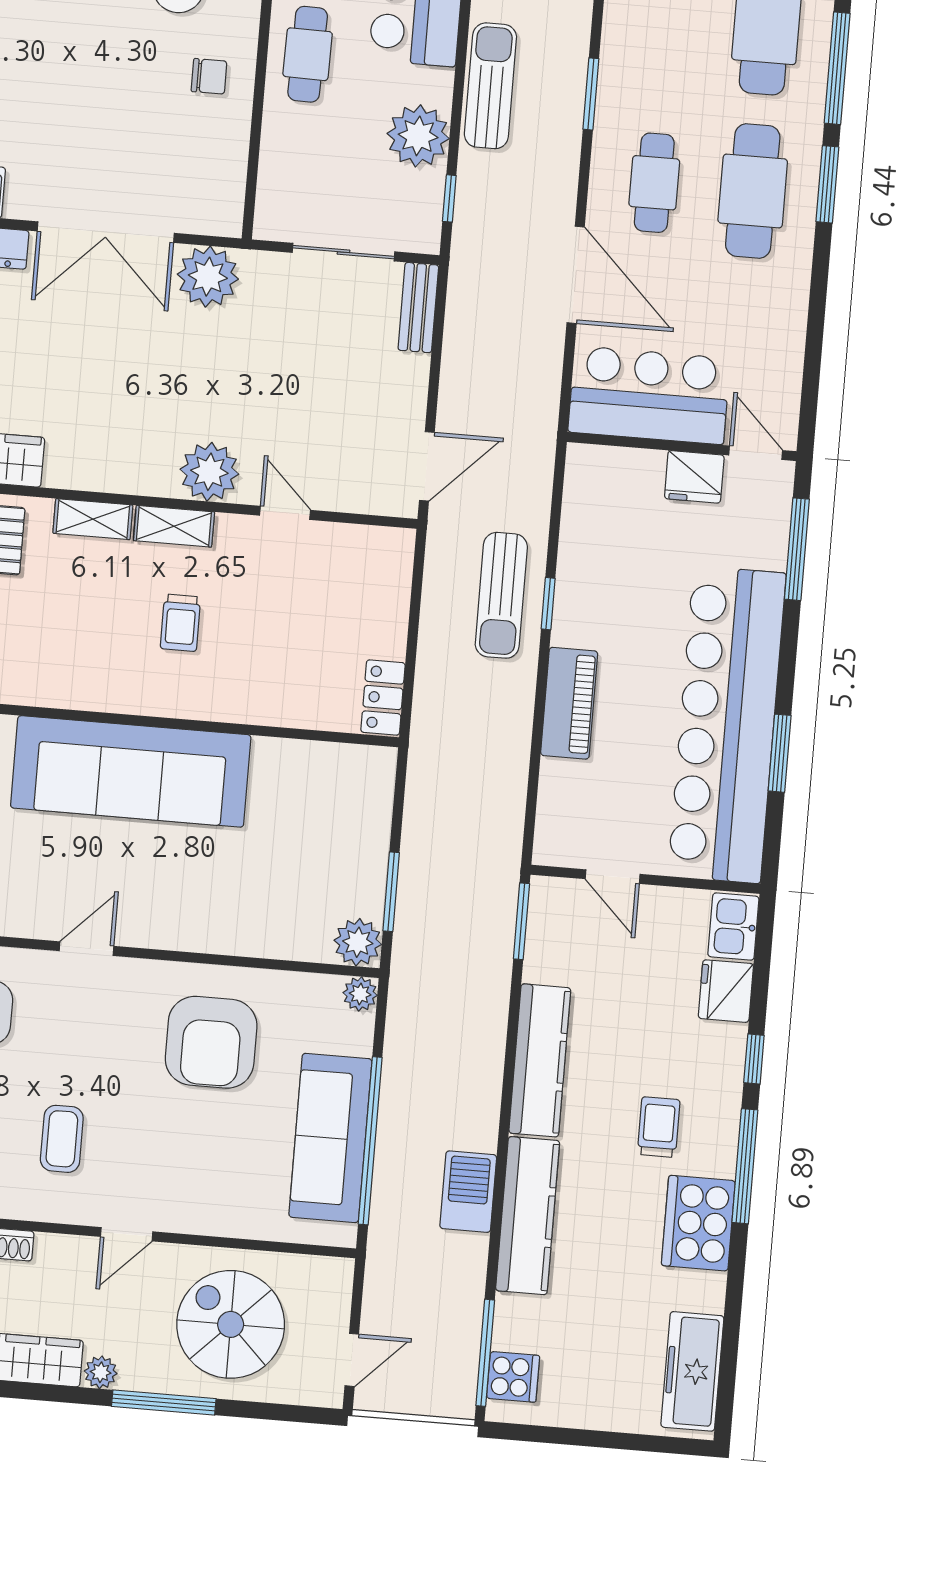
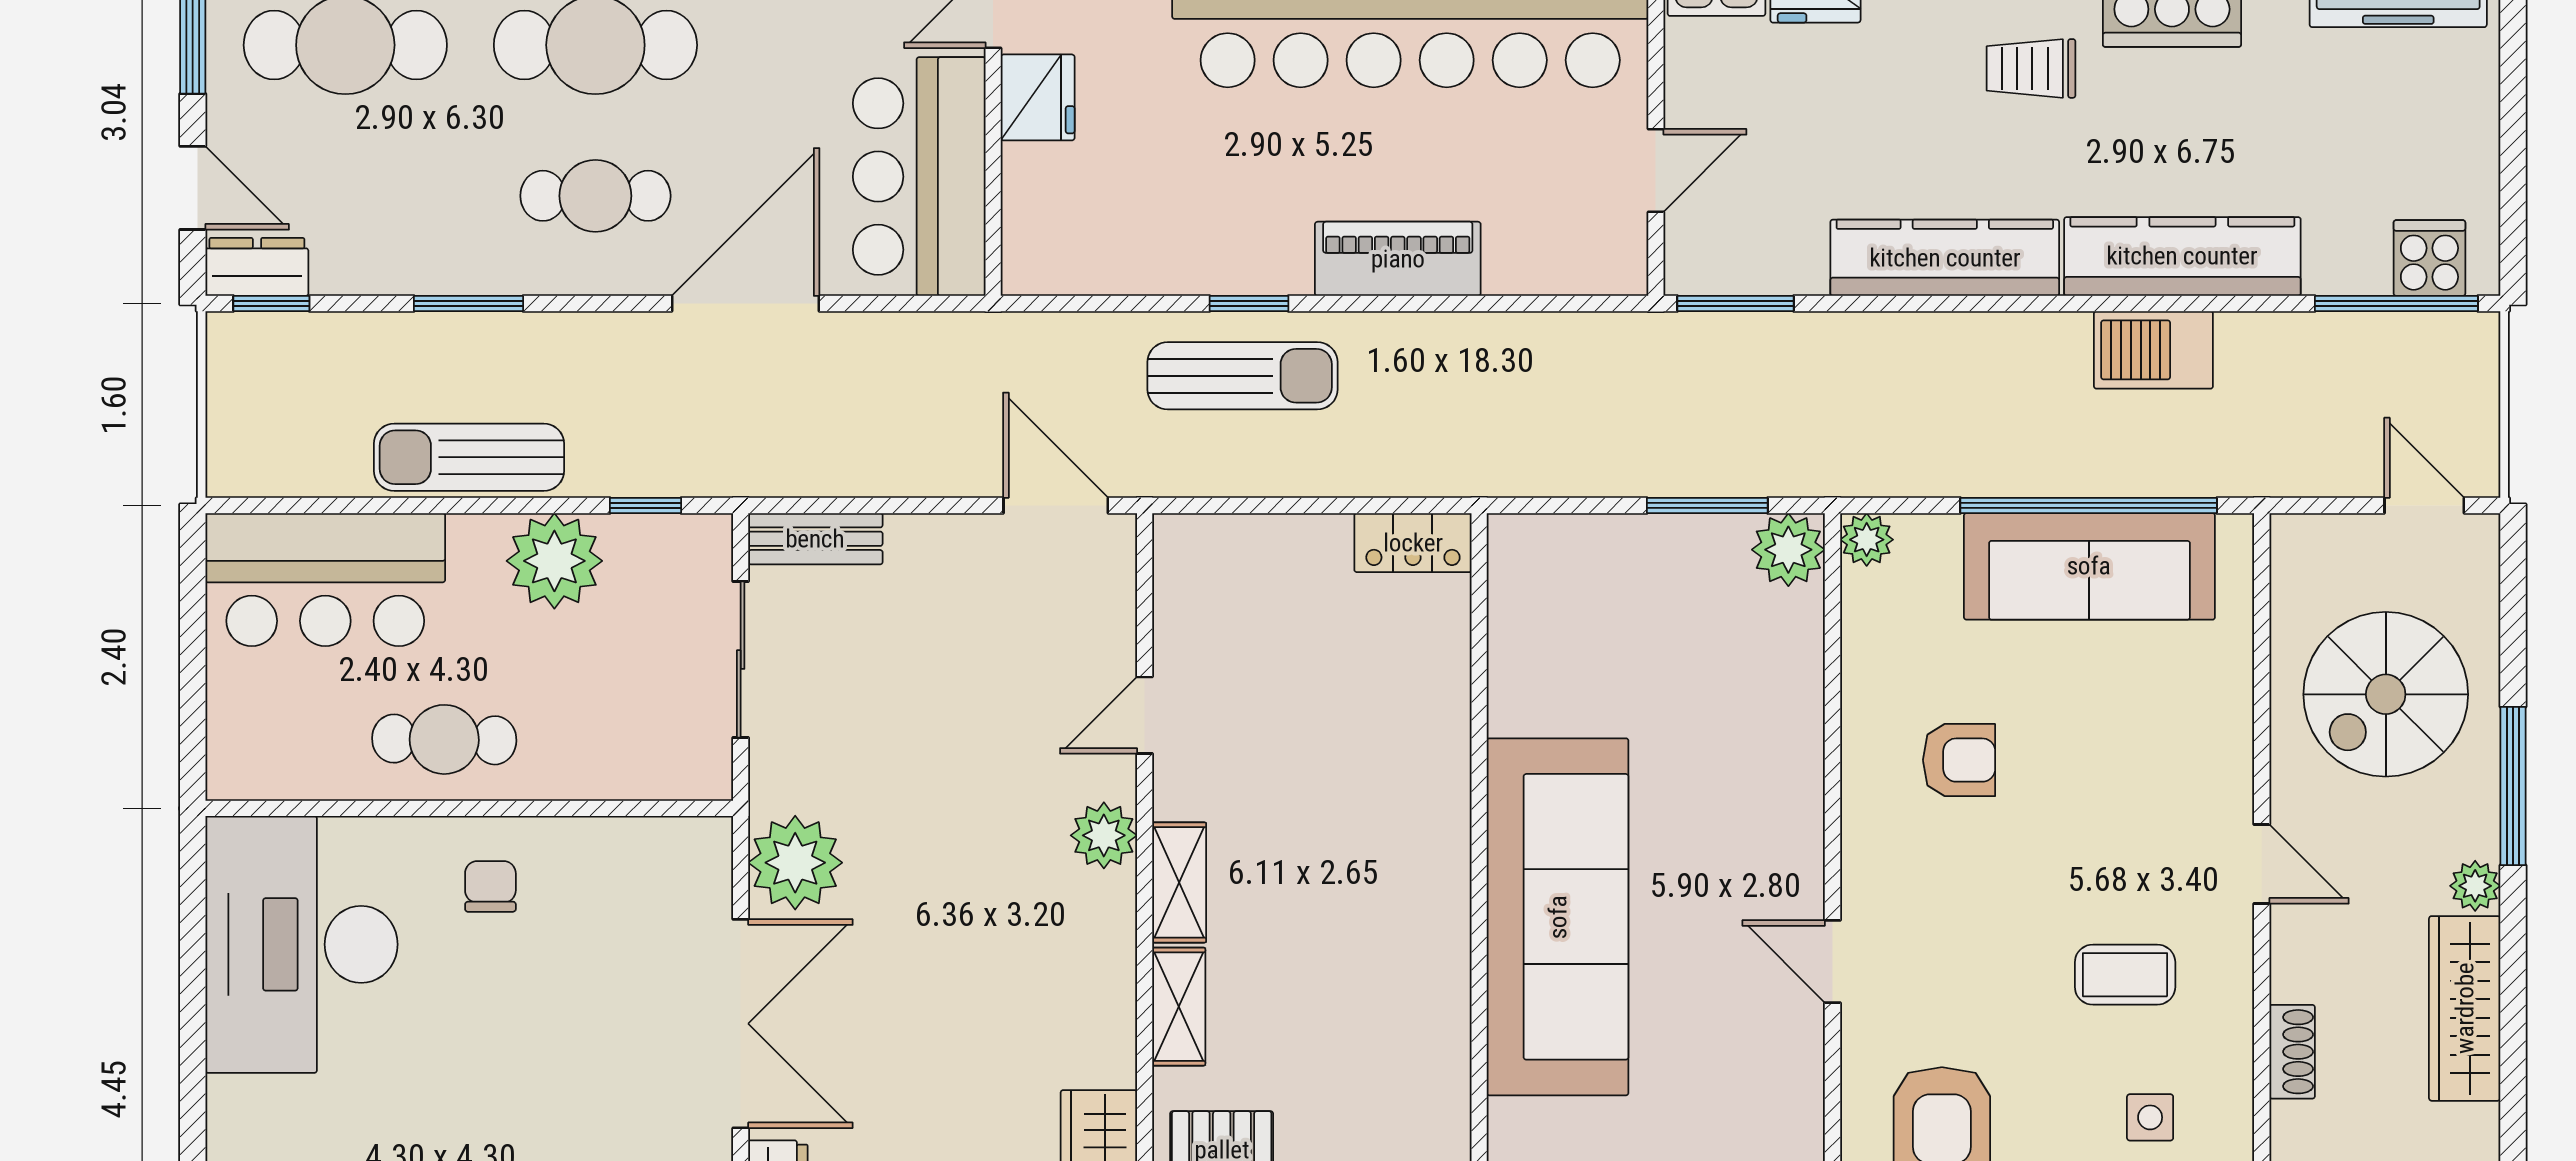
plant: (209, 472) -> (1104, 835), width x0.73, depth x0.73
trolley: (180, 623) -> (1325, 860), removed
armchair: (211, 1042) -> (1959, 760), width x0.53, depth x0.53

